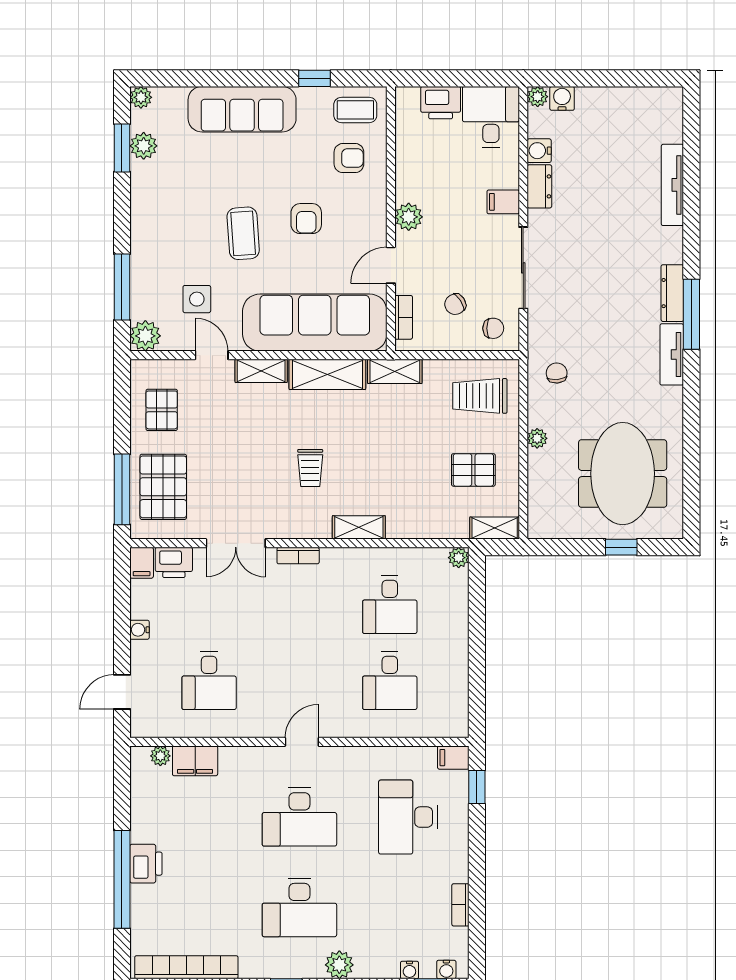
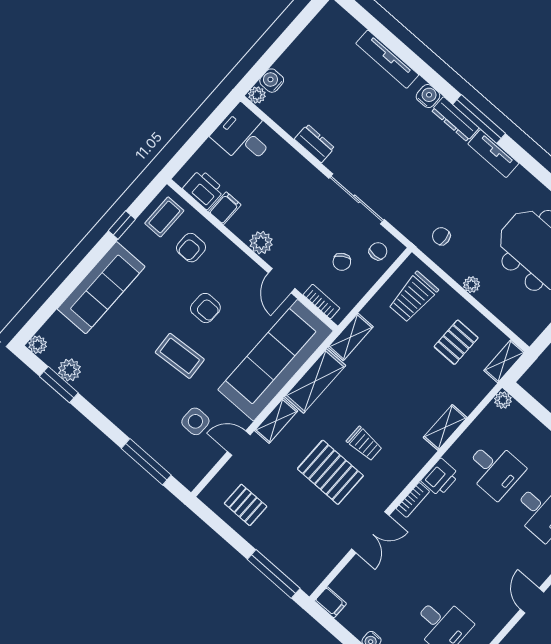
printer: (441, 103) -> (204, 189), moved, turned -90
water cooler: (539, 151) -> (428, 96), moved, turned 180
armchair: (349, 158) -> (191, 248), turned 180
filing cabinet: (503, 202) -> (225, 208), moved, turned 180
plant: (145, 336) -> (190, 474), removed
pallet: (163, 487) -> (330, 472), moved
shelving: (359, 527) -> (445, 427), moved
printer: (174, 562) -> (440, 478), moved

